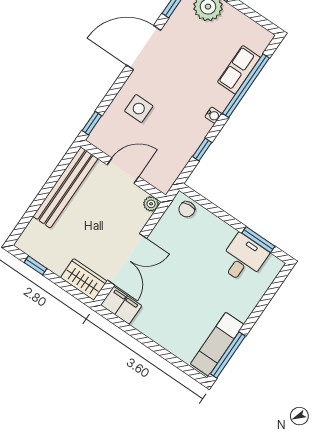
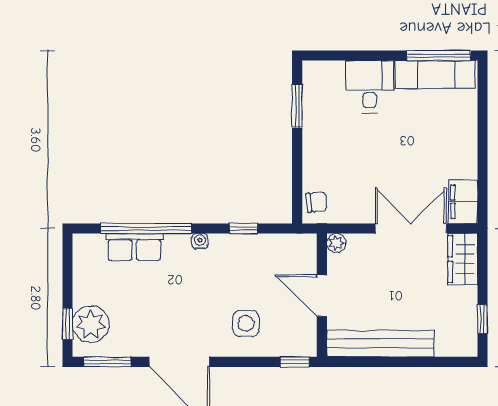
desk: (243, 259) -> (370, 86), moved, turned 90

